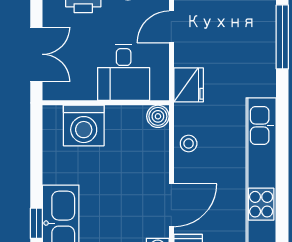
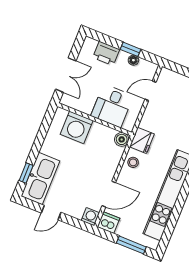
fridge: (189, 85) -> (142, 140), moved

